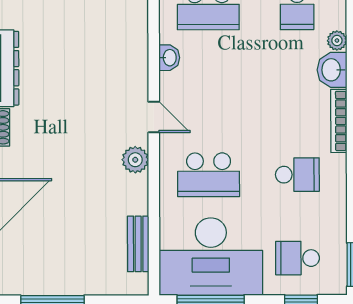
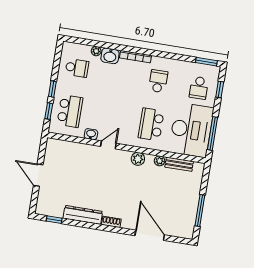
door: (154, 117) -> (108, 145), moved
school desk: (209, 175) -> (151, 124), turned 180
plant: (138, 204) -> (160, 161), added

